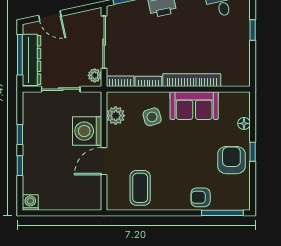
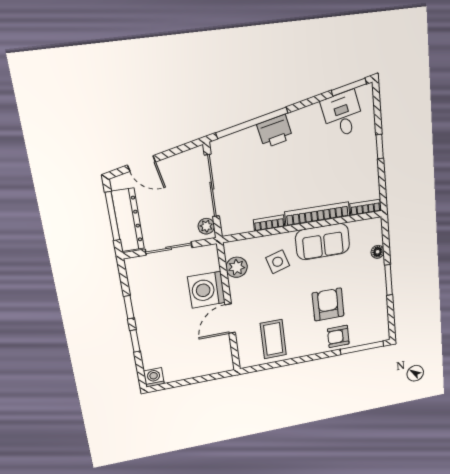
bookcase: (120, 81) -> (365, 207), moved
window: (253, 152) -> (389, 280), width x1.50
armchair: (231, 160) -> (328, 304), moved

